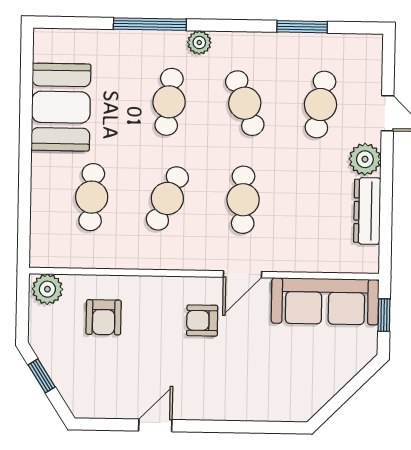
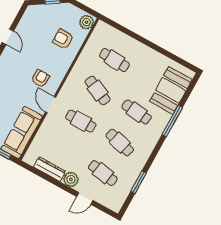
plant: (199, 43) -> (154, 137), removed
cafe table: (245, 103) -> (120, 143), turned 36
booth: (61, 107) -> (171, 90), moved, turned 90

